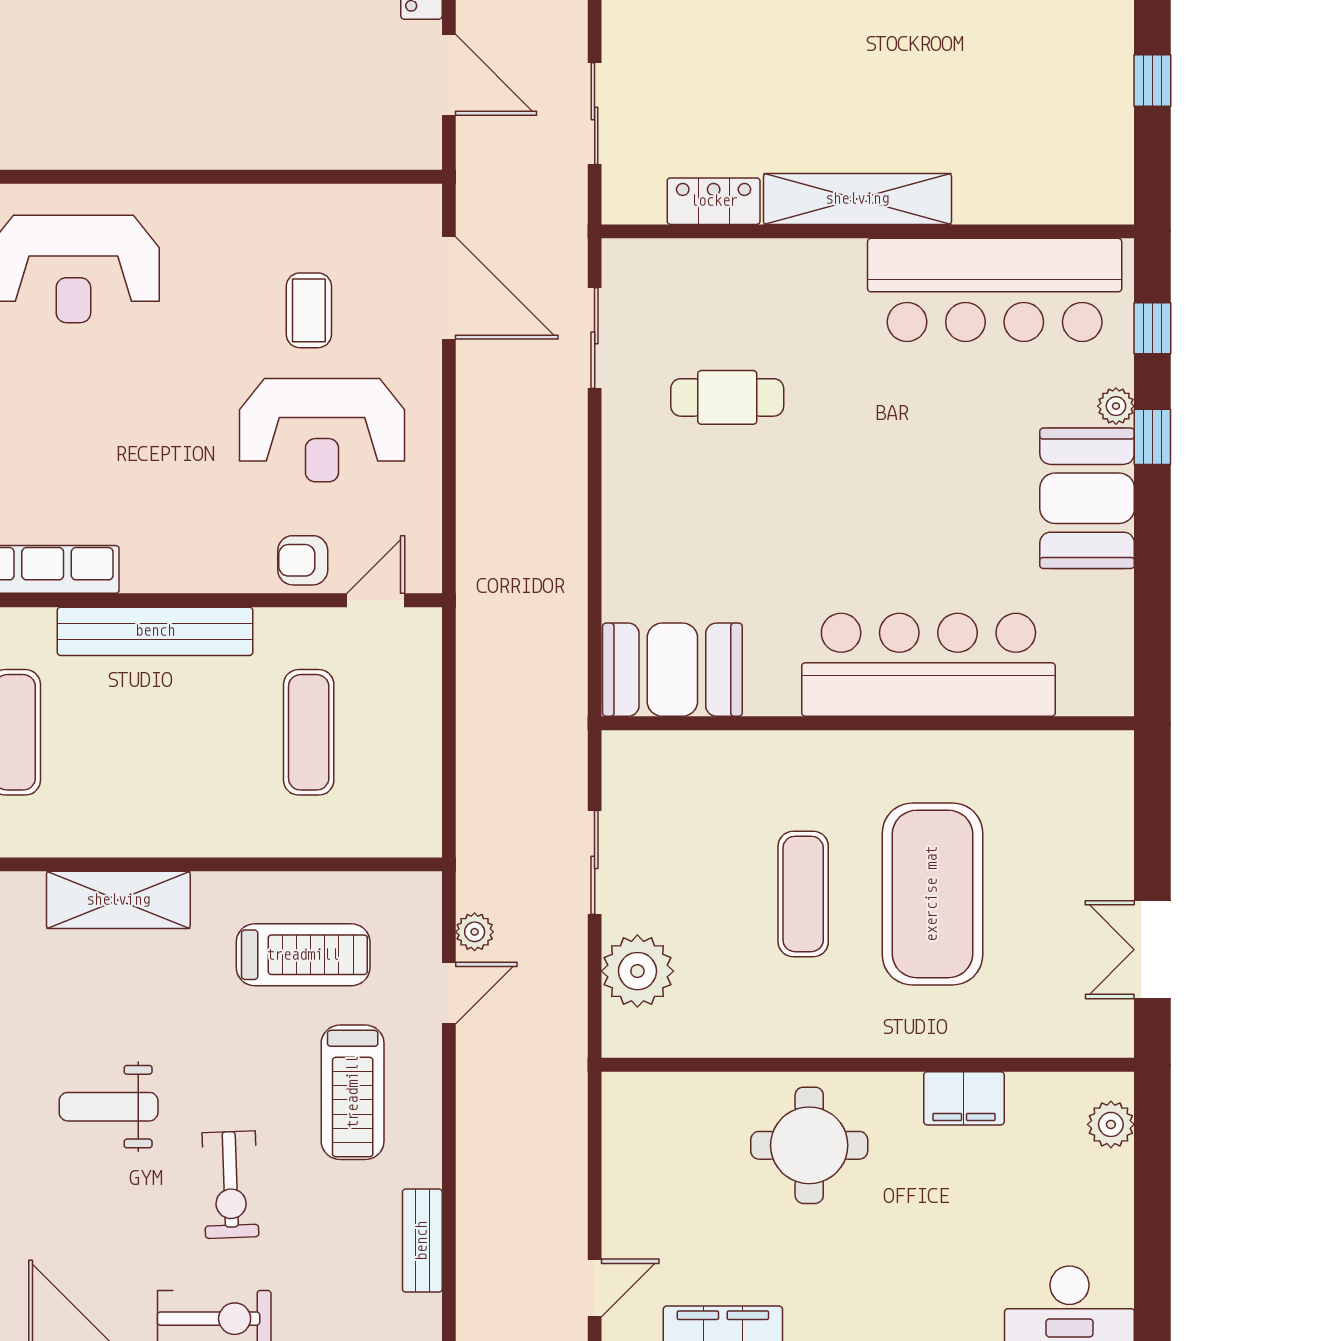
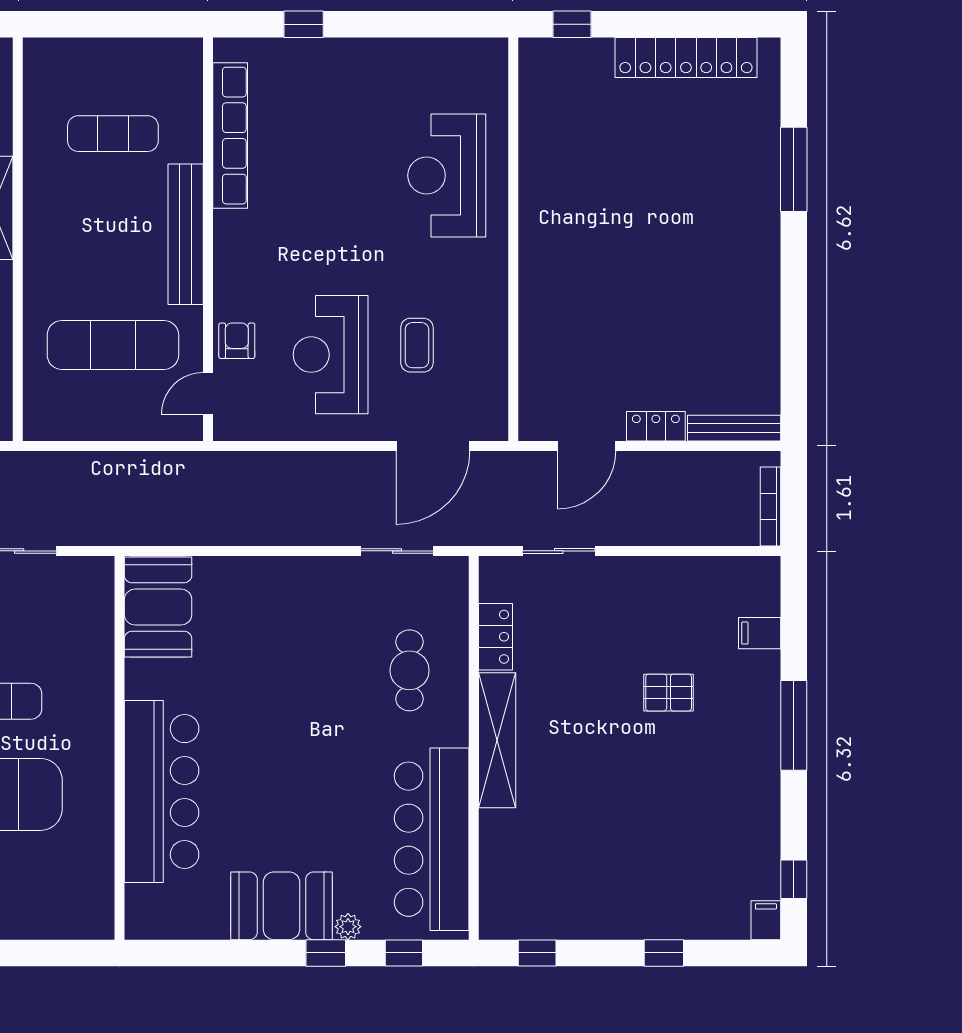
window: (1152, 81) -> (537, 953), moved
coffee table: (309, 310) -> (417, 345), turned 90
cafe table: (727, 397) -> (410, 670), moved
door: (376, 600) -> (208, 393), swing flipped
exercise mat: (309, 732) -> (113, 345), width x1.36, depth x1.45

